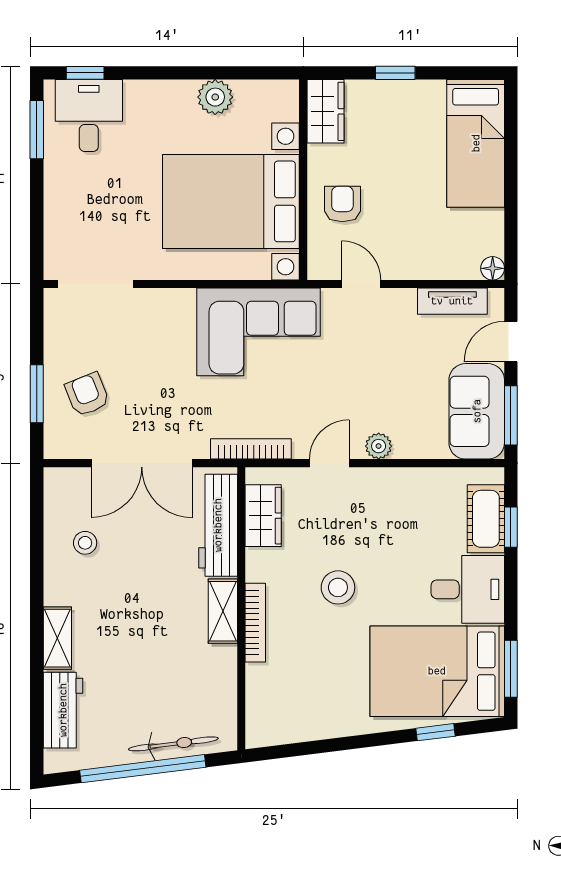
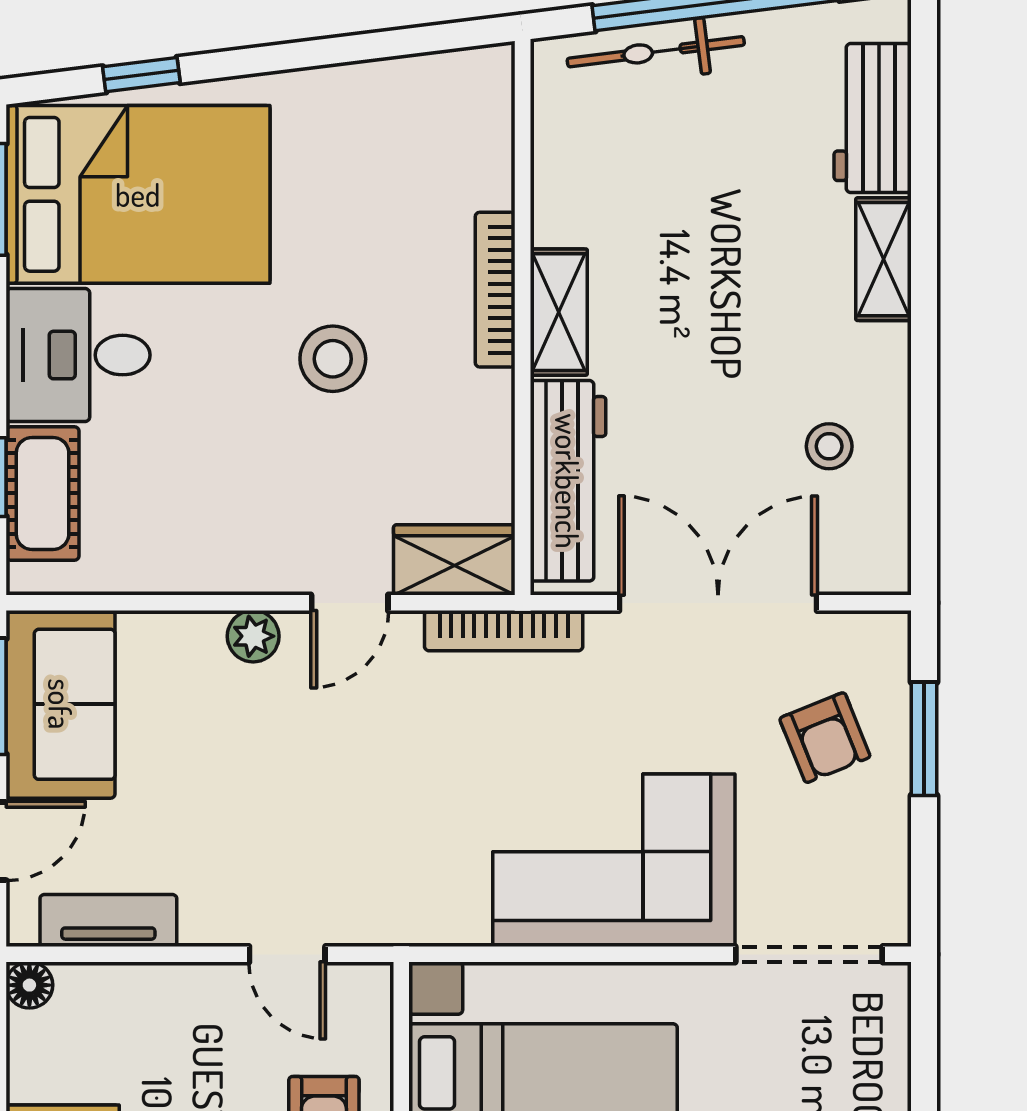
corner sofa: (258, 332) -> (614, 860), moved
wardrobe: (263, 516) -> (454, 560), moved, turned 90

